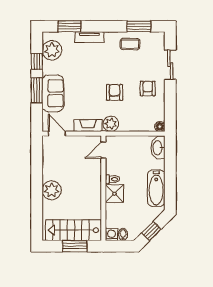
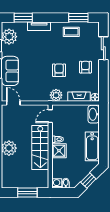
fireplace: (88, 126) -> (79, 97), moved
stairs: (74, 230) -> (40, 147), moved, turned -90

